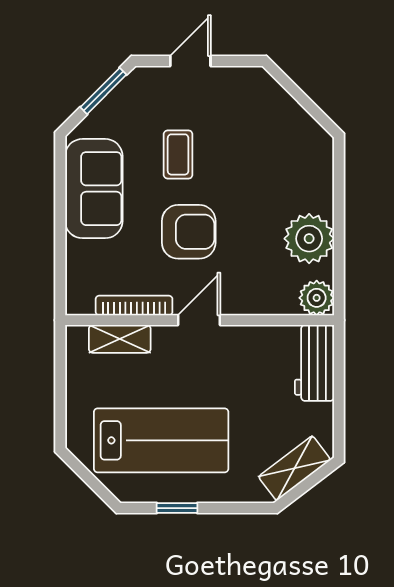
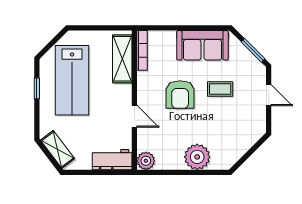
plant: (309, 239) -> (197, 157), moved
bookcase: (134, 305) -> (142, 50), moved
door: (199, 320) -> (134, 116), moved
shelving: (120, 339) -> (122, 59), width x1.50, depth x1.33

